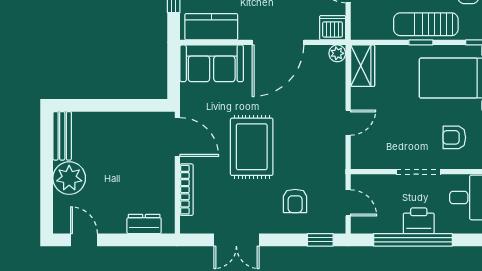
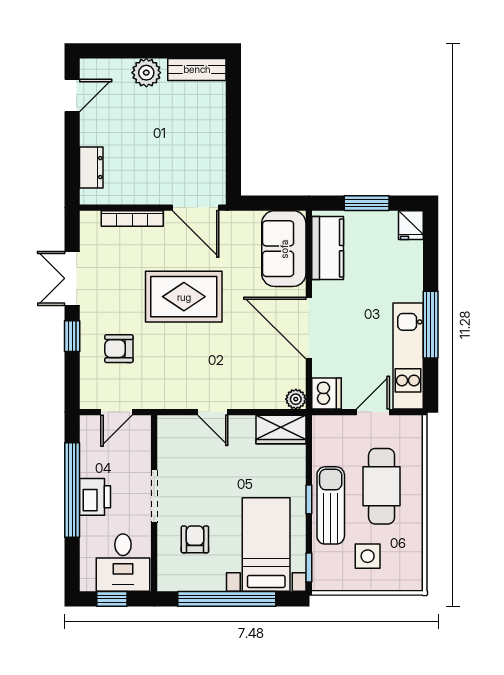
door: (177, 137) -> (196, 208), hinge flipped
plant: (69, 178) -> (146, 73), width x0.73, depth x0.73
window: (320, 240) -> (72, 336), moved

